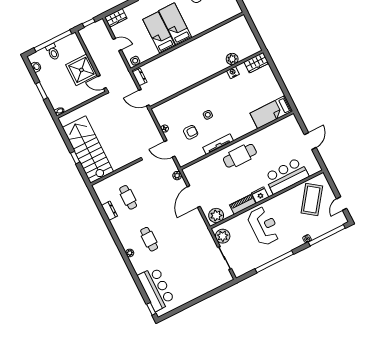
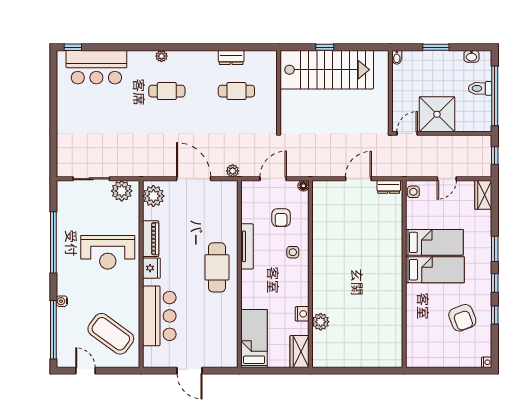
plant: (232, 59) -> (321, 322), moved
wardrobe: (256, 63) -> (300, 352), moved
nightstand: (233, 72) -> (302, 314), moved
wall: (206, 80) -> (310, 274), moved

